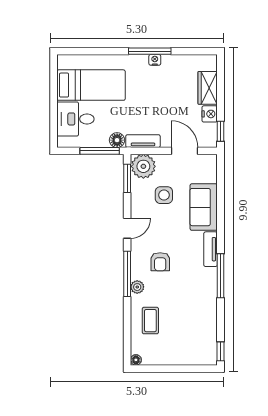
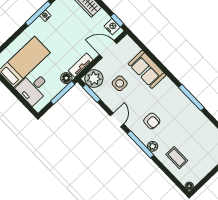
nightstand: (210, 114) -> (112, 27), moved
tv unit: (211, 249) -> (172, 88), removed

